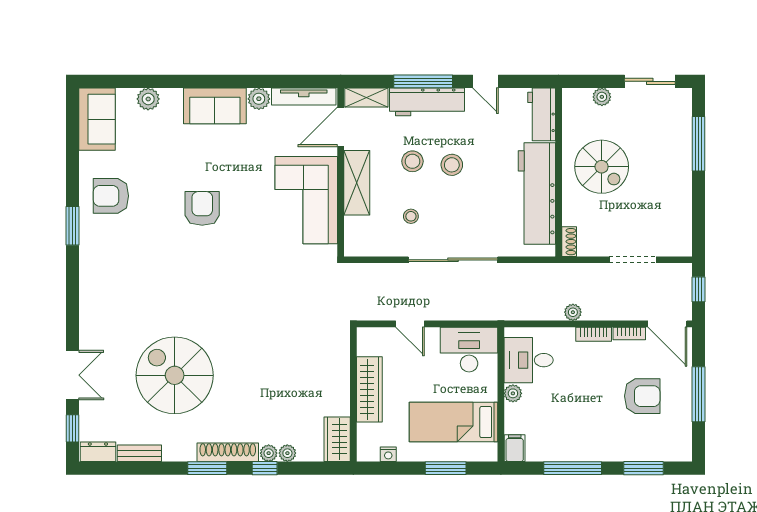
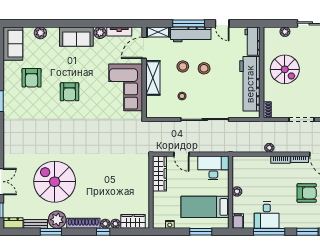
tv unit: (304, 96) -> (119, 31), width x0.71
armchair: (111, 196) -> (32, 78), moved, turned -90
armchair: (202, 208) -> (70, 92), turned 180
desk: (529, 360) -> (267, 215), moved, turned -90
wardrobe: (369, 389) -> (160, 173), moved
wardrobe: (337, 439) -> (133, 221), moved, turned 90
plant: (179, 446) -> (57, 220), added
window: (207, 468) -> (51, 232), moved

